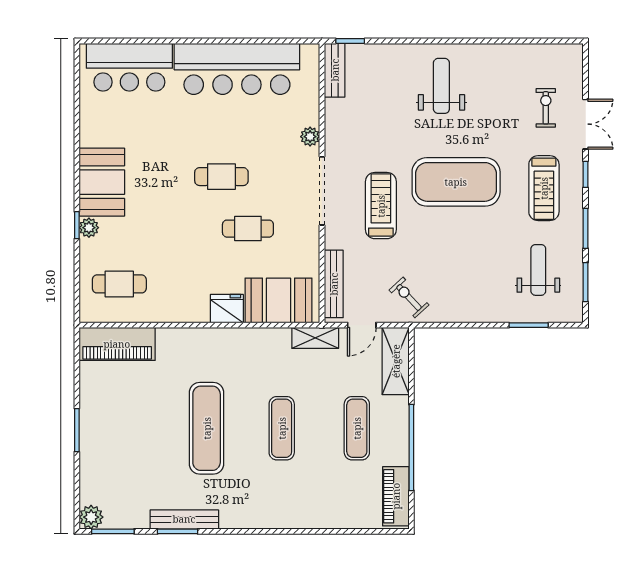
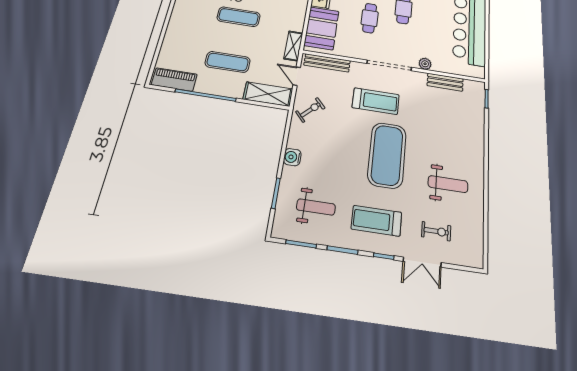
bench: (335, 70) -> (445, 82), moved
weight bench: (441, 86) -> (448, 184), moved
water cooler: (479, 312) -> (292, 157), added

